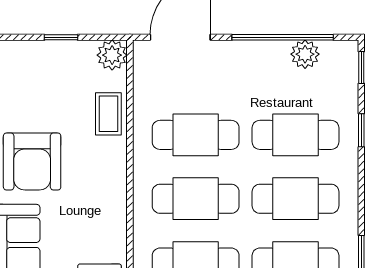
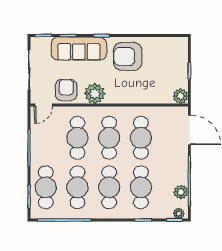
plant: (348, 59) -> (179, 213), added
coffee table: (108, 114) -> (151, 94), removed
plant: (107, 228) -> (95, 94), added

